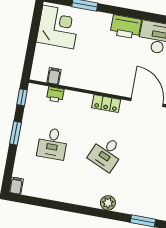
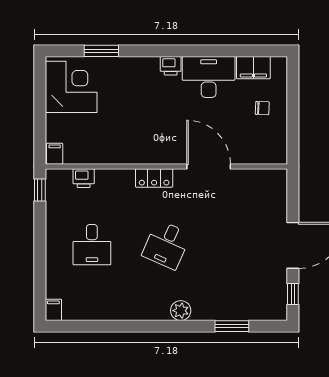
printer: (126, 27) -> (171, 66), width x0.53, depth x0.68
filing cabinet: (54, 76) -> (55, 154), moved
window: (16, 133) -> (40, 240), removed

